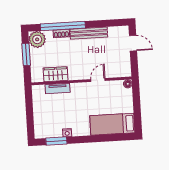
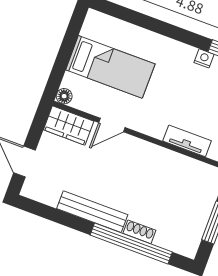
plant: (37, 39) -> (185, 240), removed
wardrobe: (56, 74) -> (69, 126), moved
bed: (112, 124) -> (110, 67), moved

